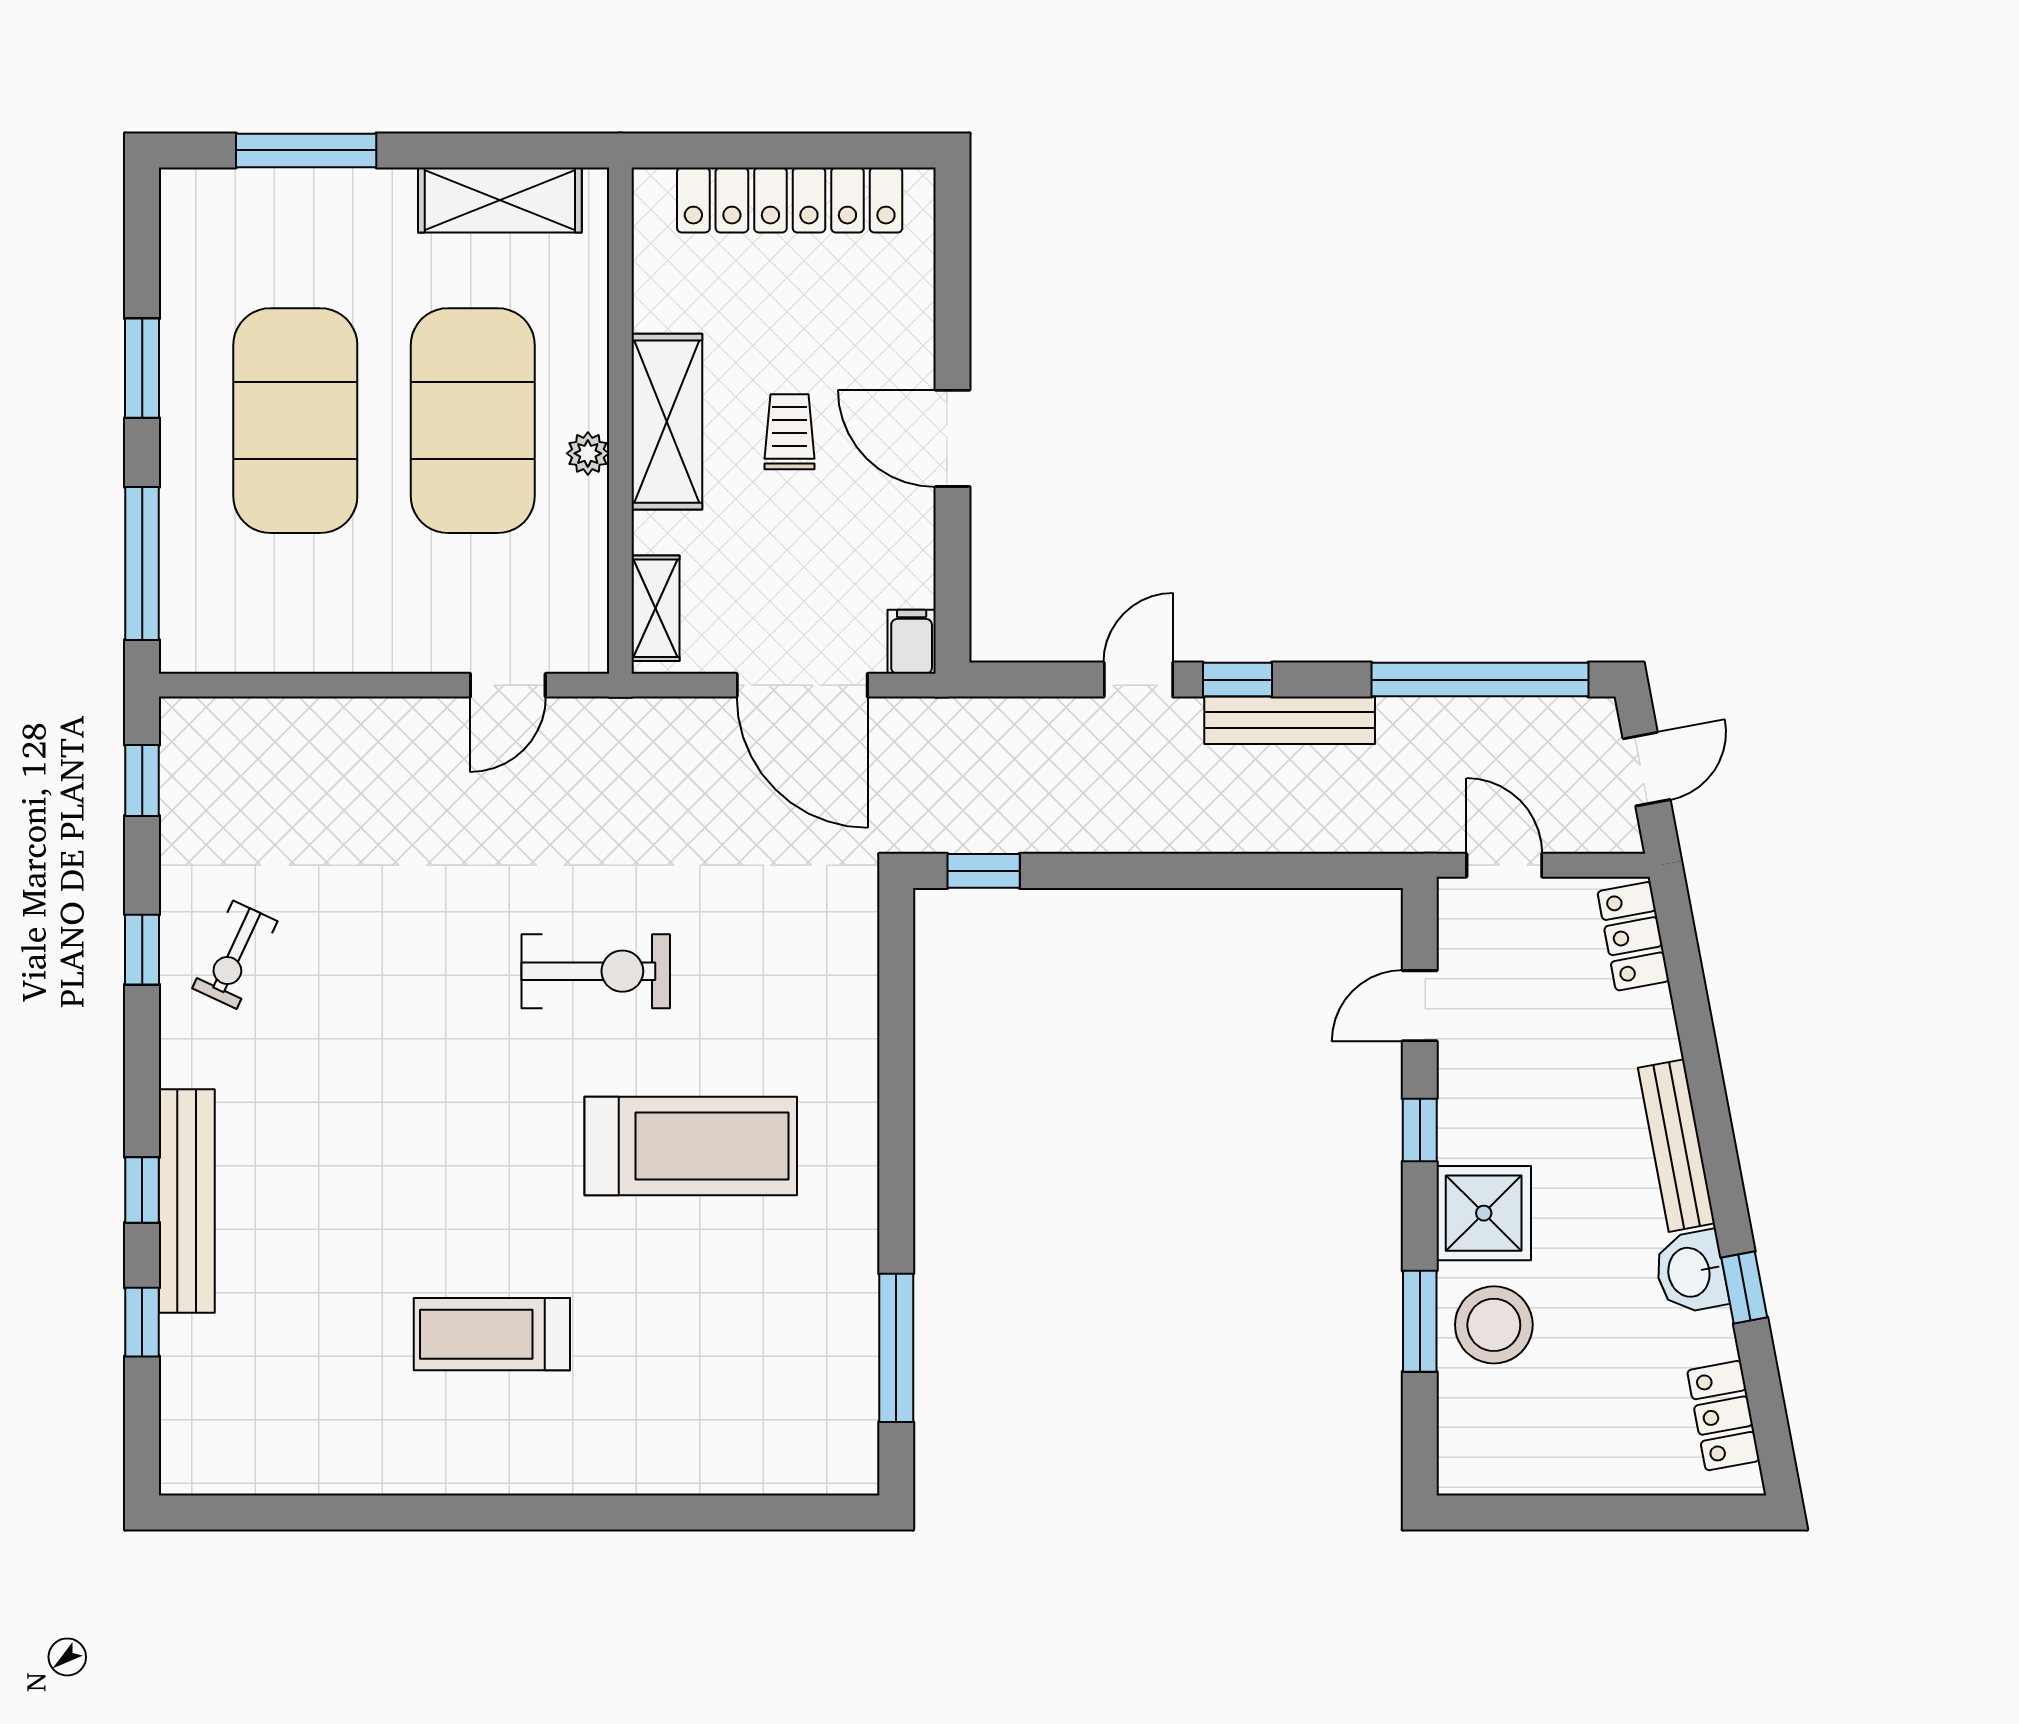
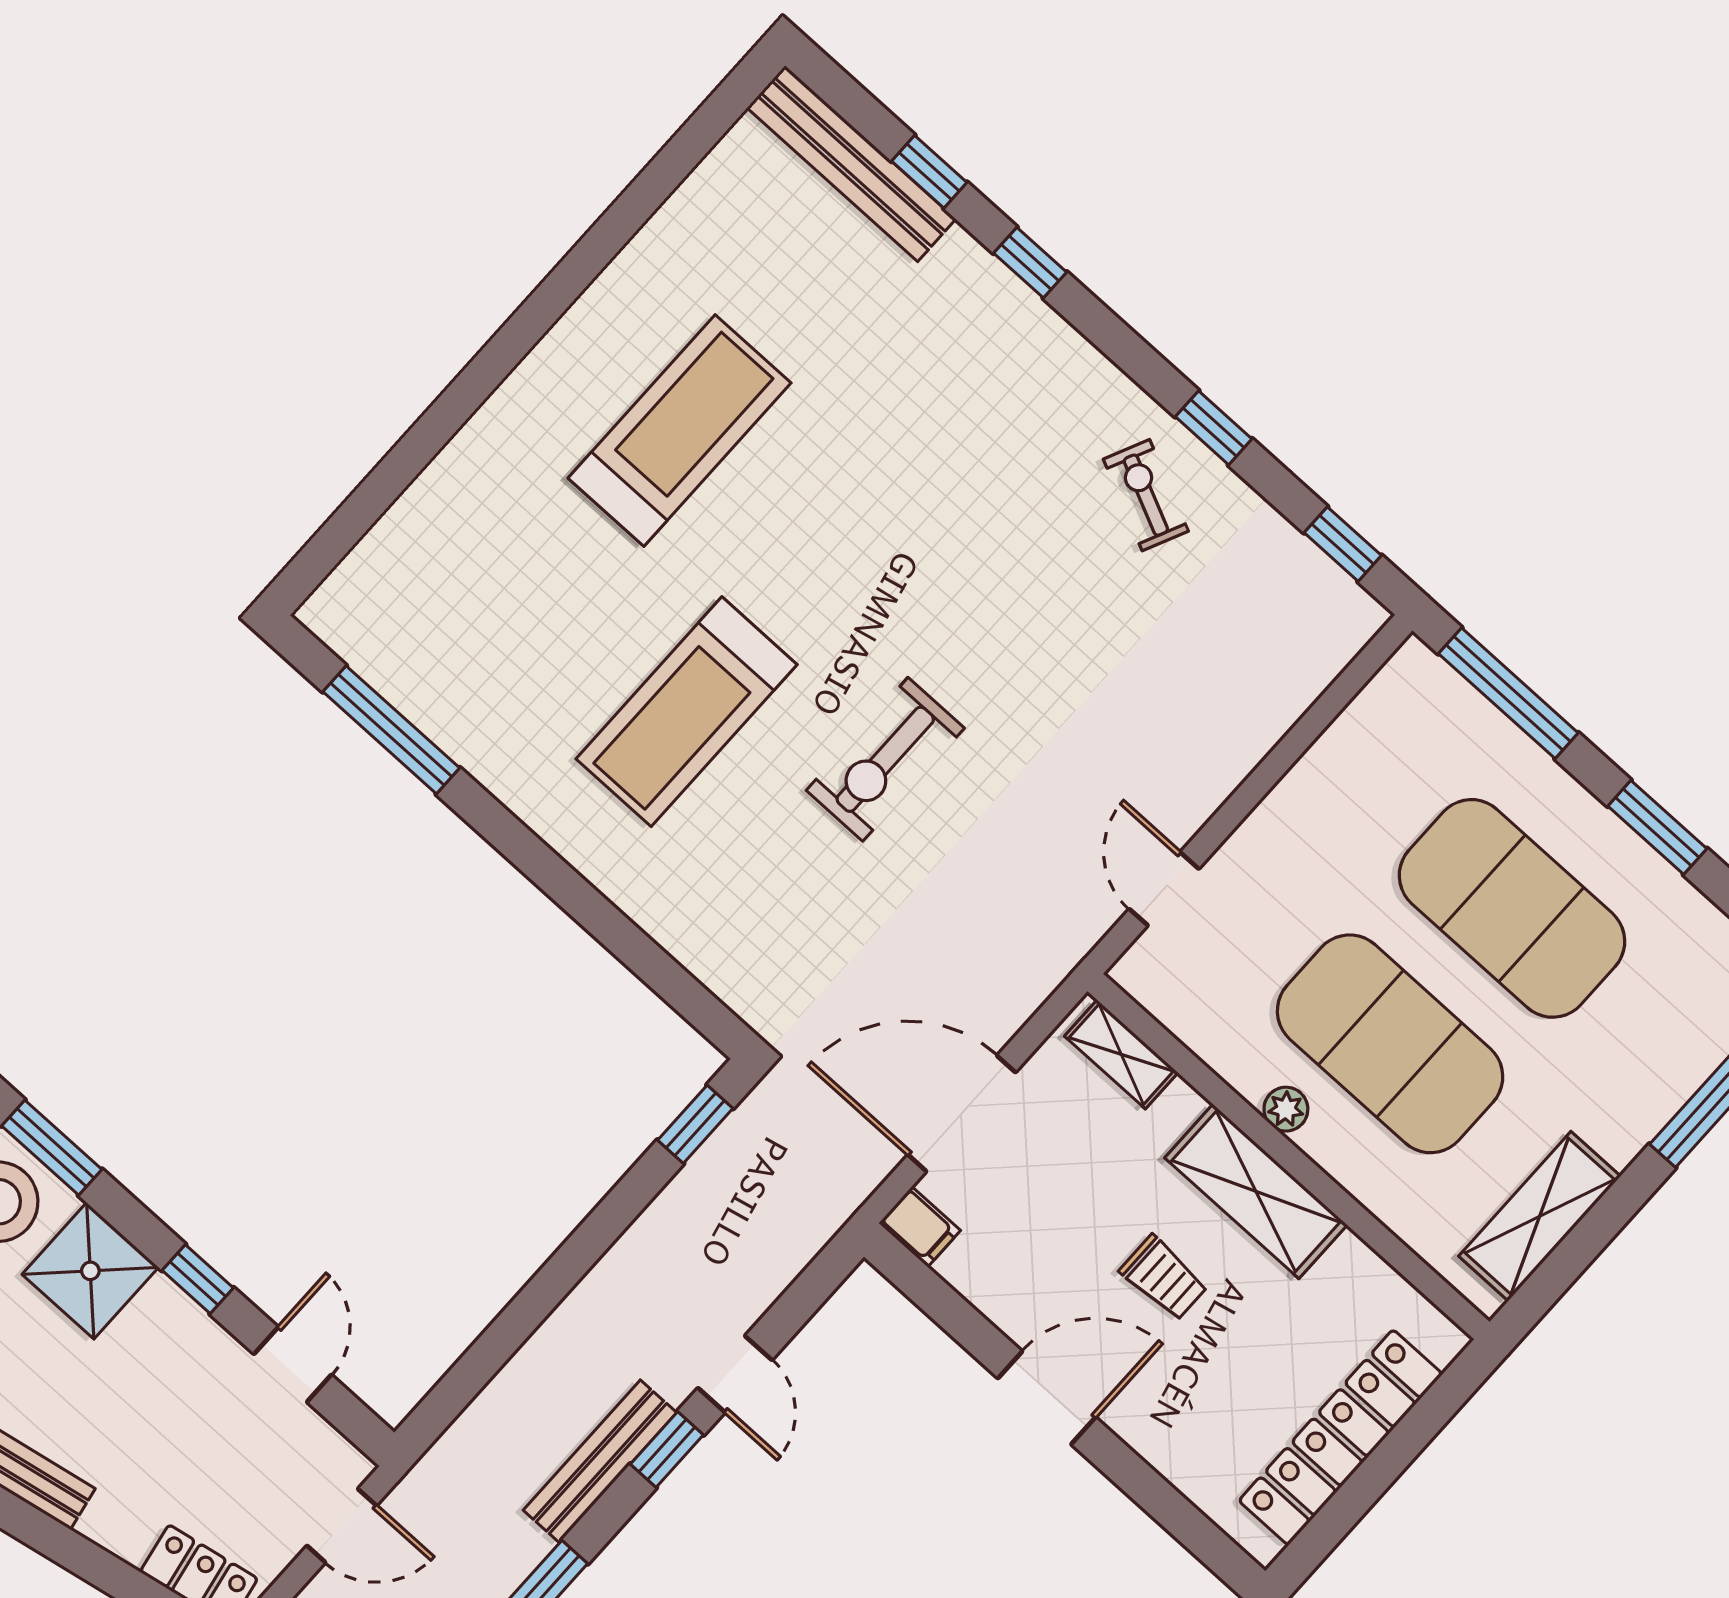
bench: (187, 1201) -> (851, 164), moved
treadmill: (492, 1334) -> (680, 431), width x1.37, depth x1.38

